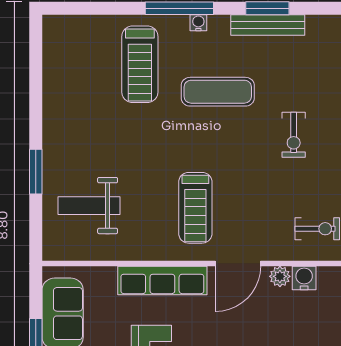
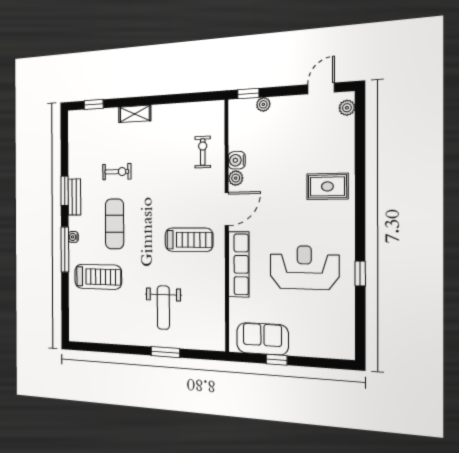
bench: (268, 25) -> (74, 197), width x0.73
exercise bike: (294, 135) -> (117, 172), moved
weight bench: (89, 206) -> (163, 308), moved
door: (238, 264) -> (227, 209), hinge flipped

